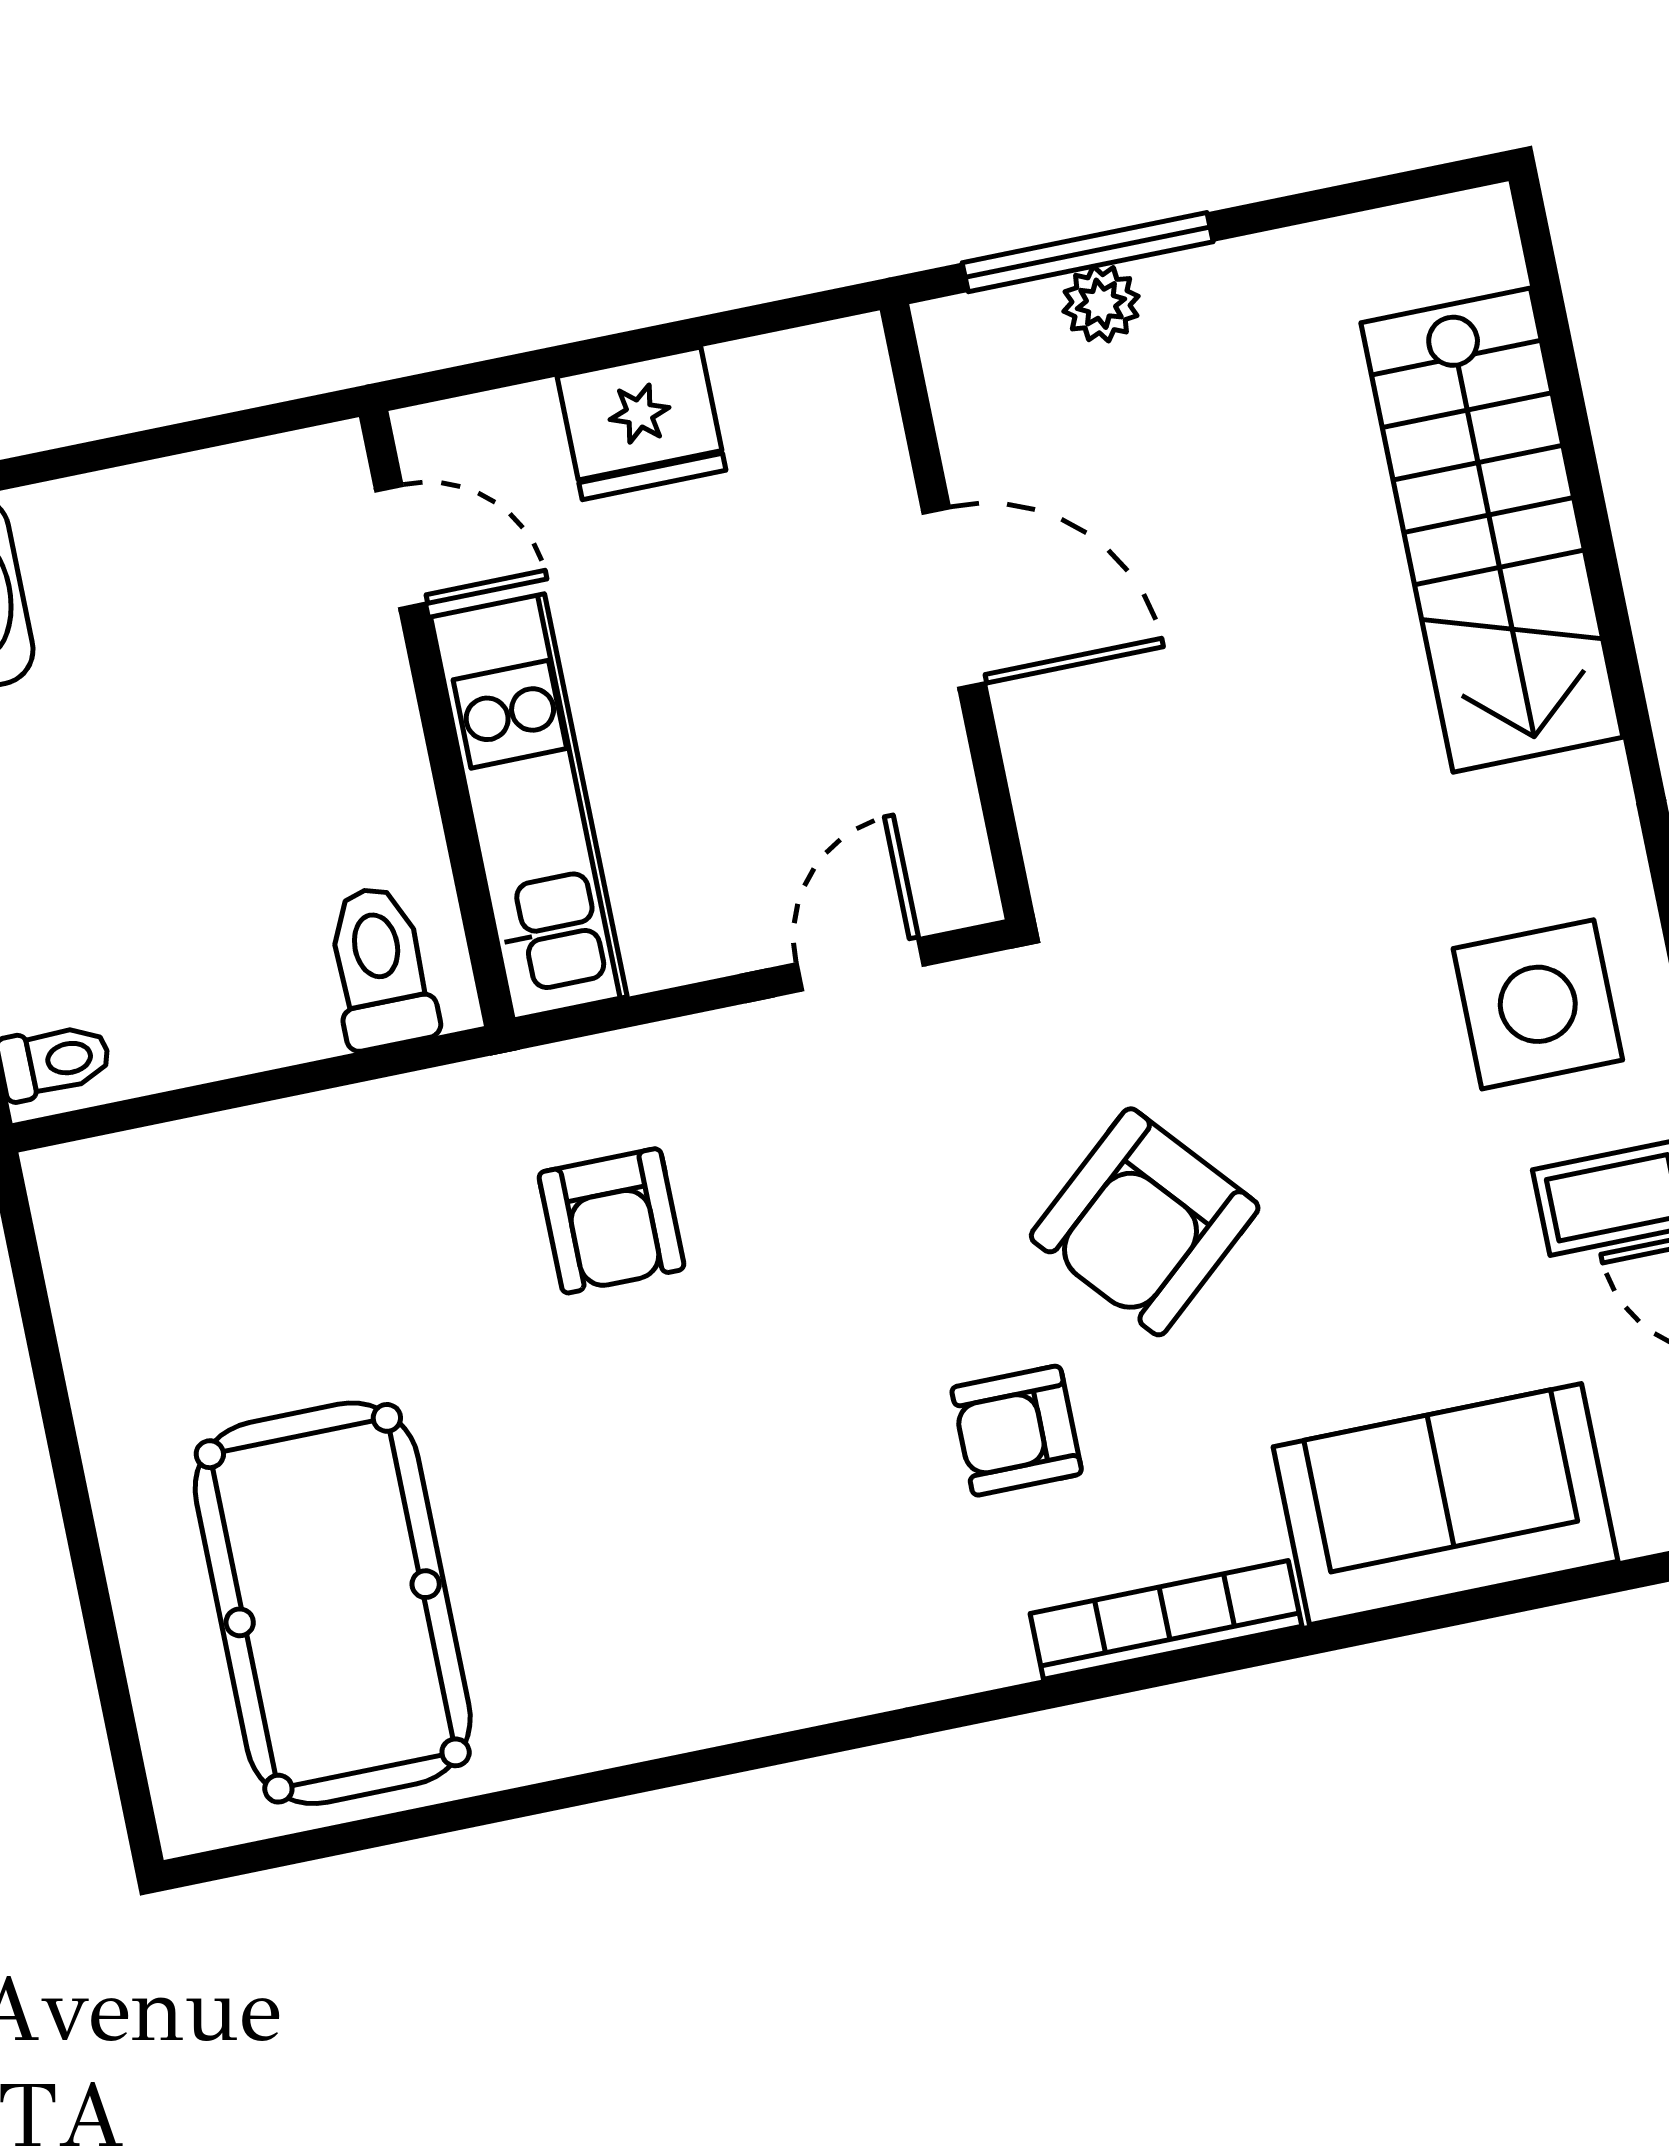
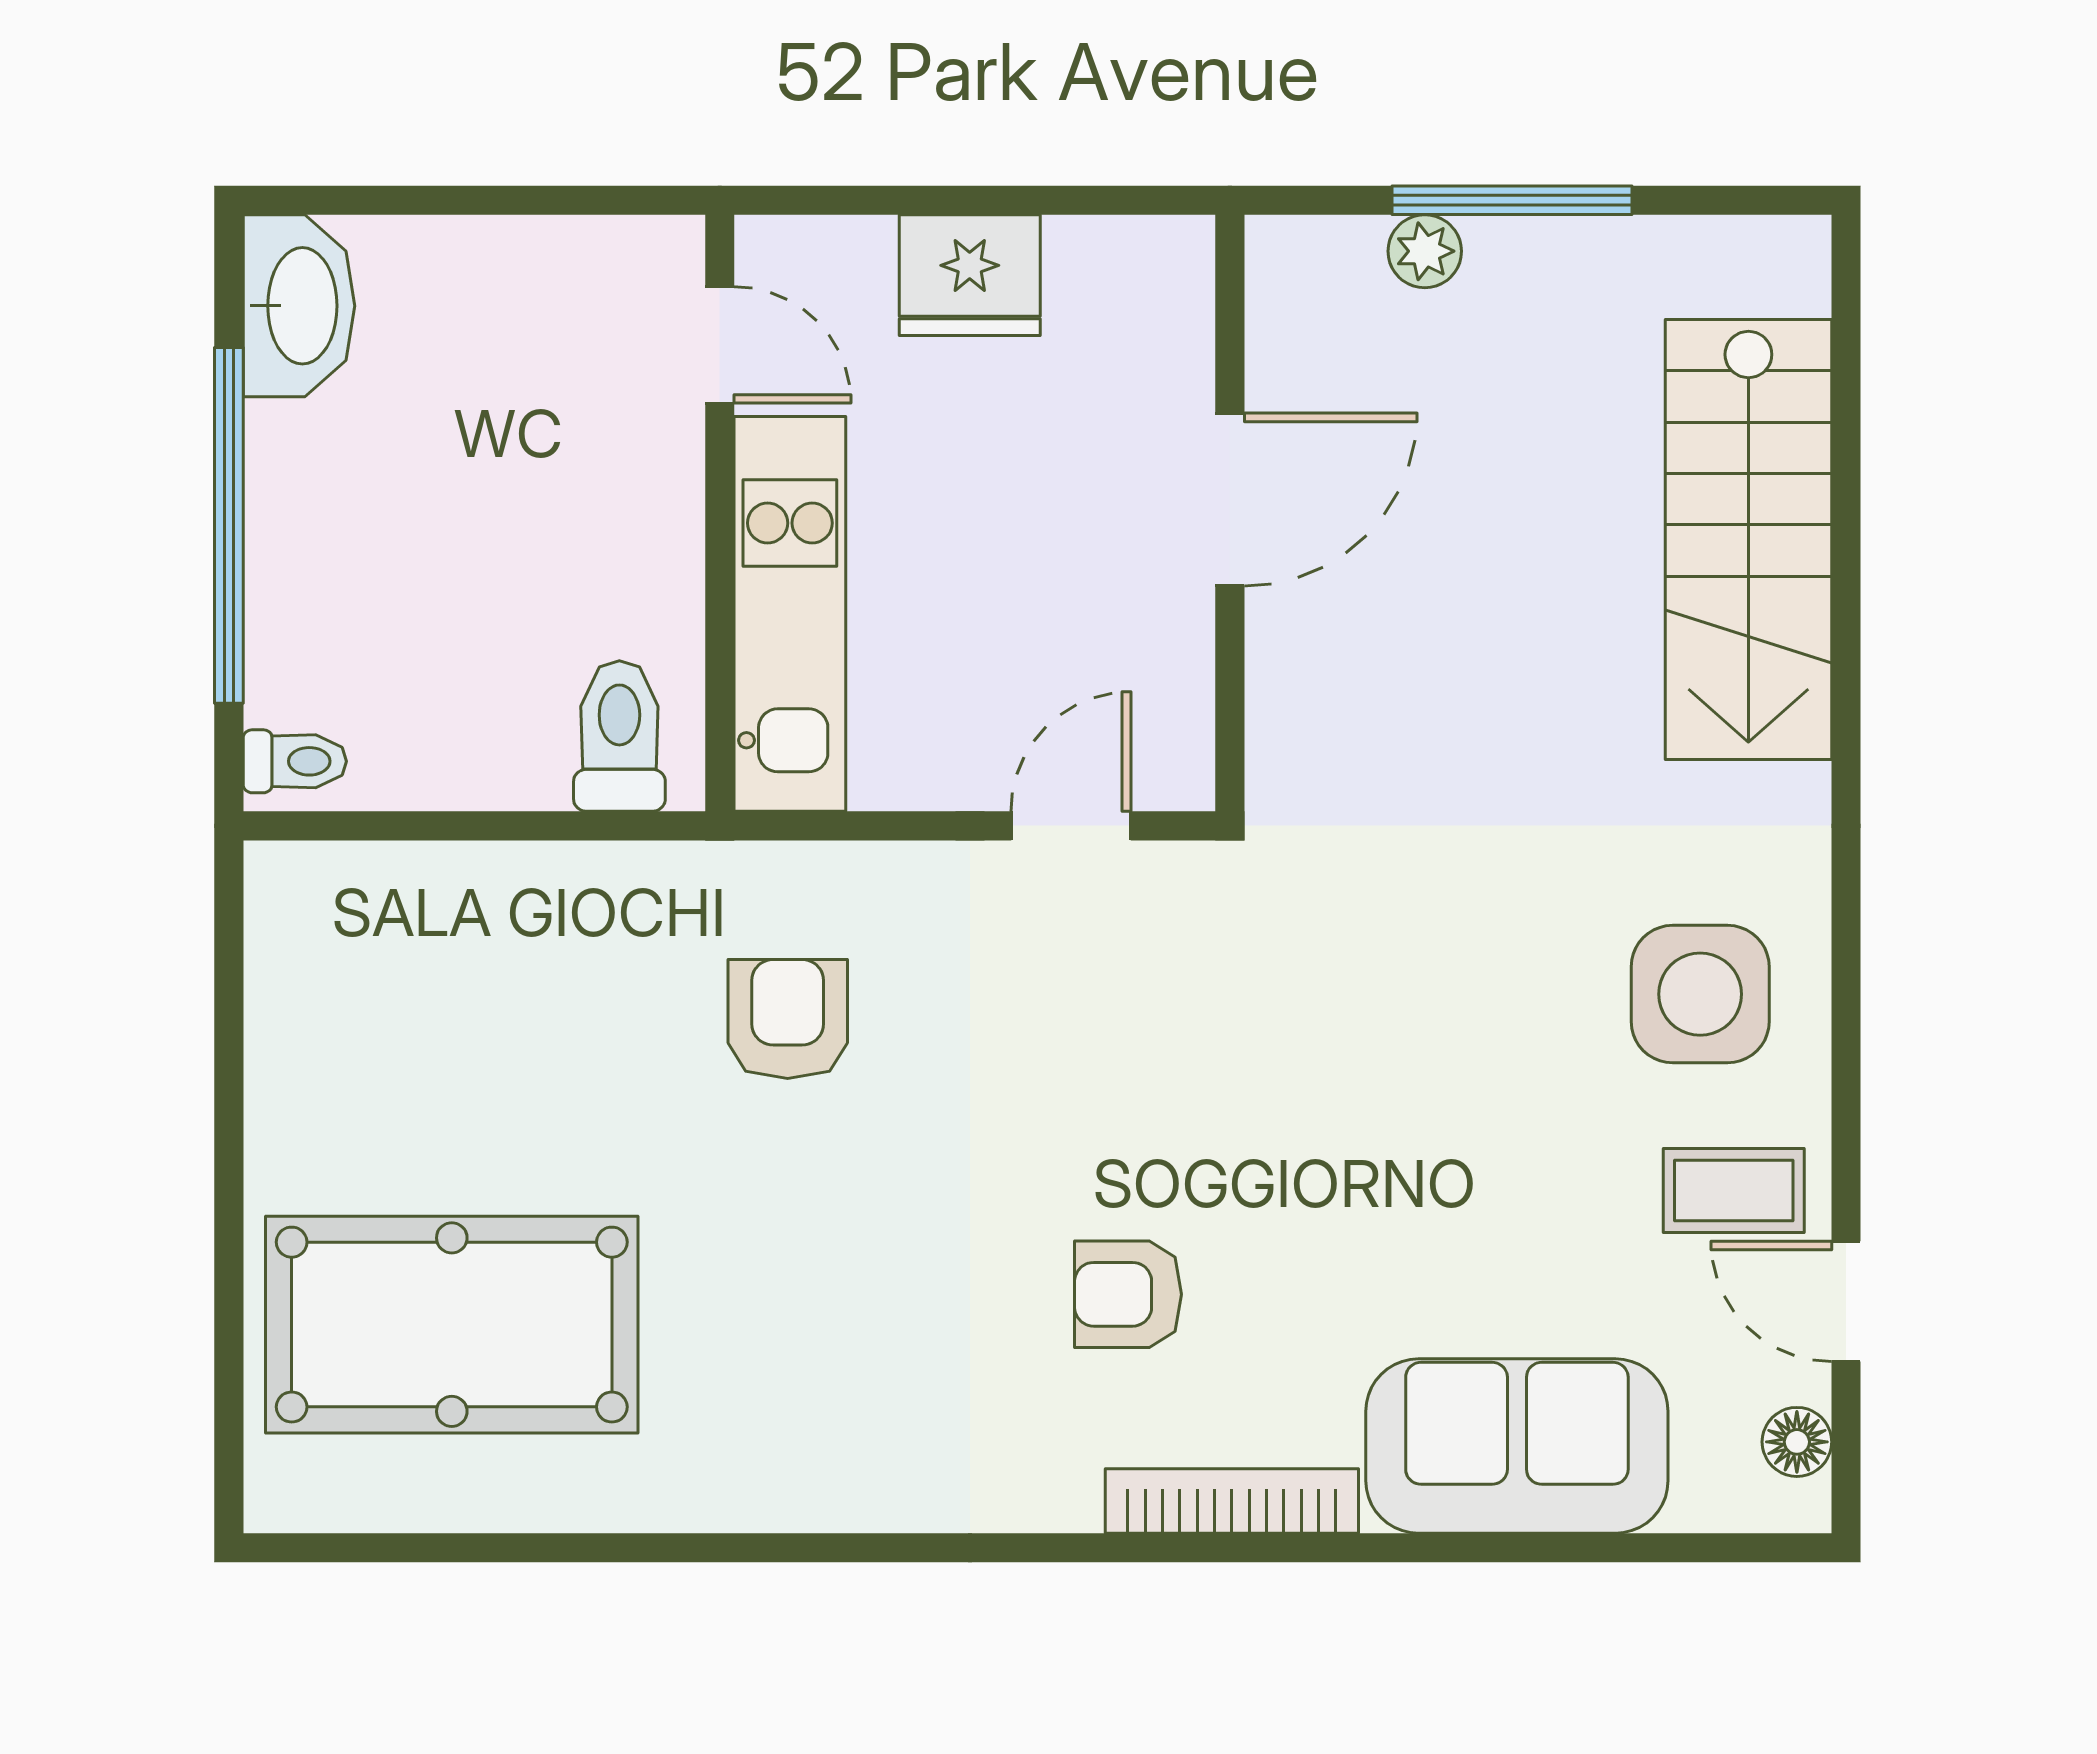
window: (1088, 252) -> (1512, 200), moved
door: (954, 598) -> (1230, 499), hinge flipped
armchair: (611, 1221) -> (788, 1019), turned 180
armchair: (1145, 1222) -> (1289, 1123), removed
pool table: (333, 1603) -> (452, 1325), turned 90

